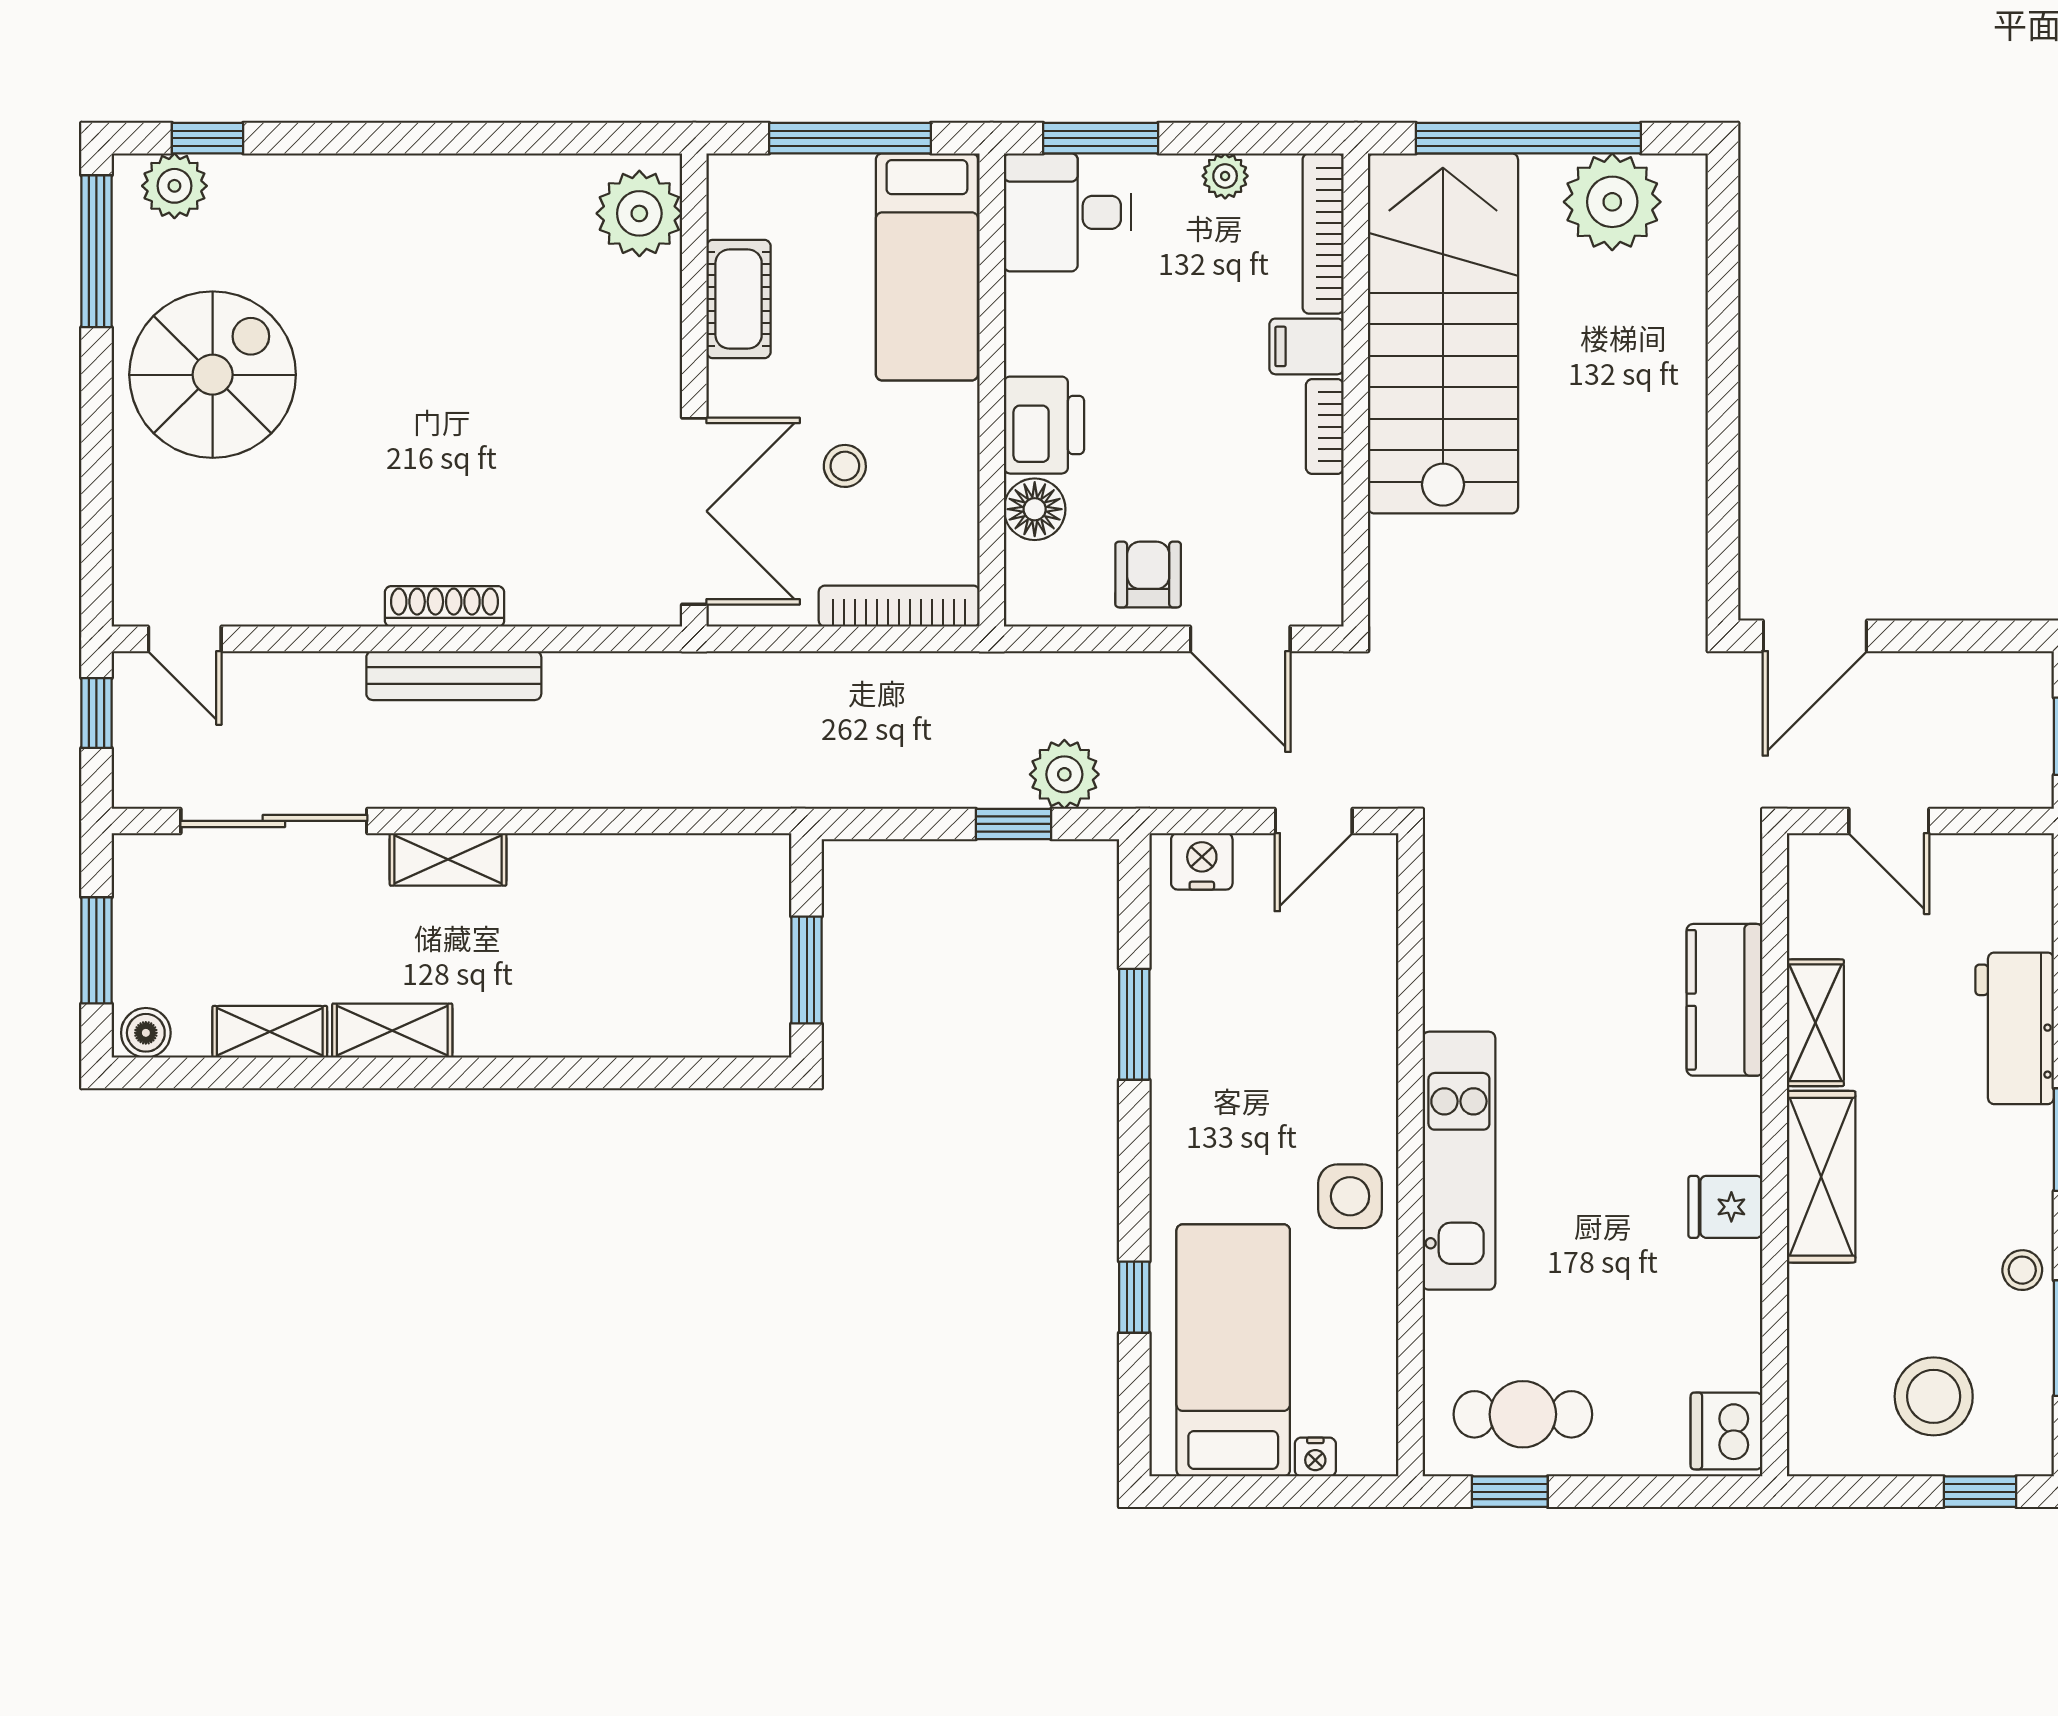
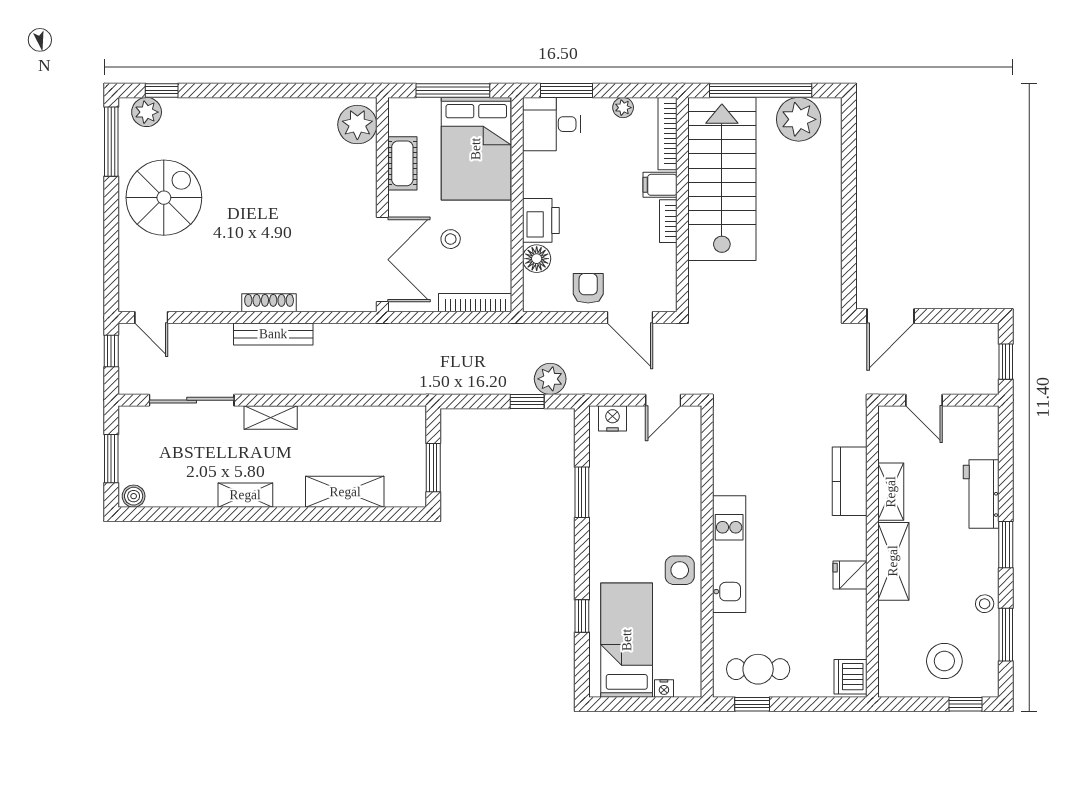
bed: (927, 267) -> (476, 149), width x1.50
shelving: (270, 1032) -> (345, 492), moved, width x1.50, depth x1.33

